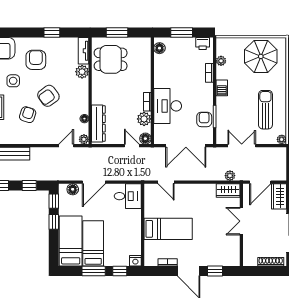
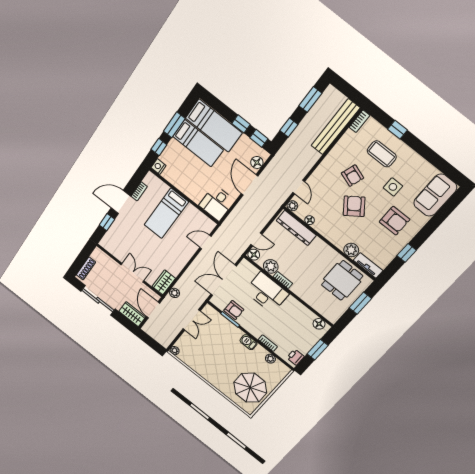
sun lounger: (265, 110) -> (206, 358), removed

